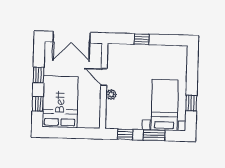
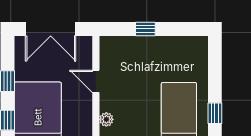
plant: (111, 94) -> (106, 119), moved

